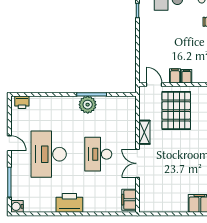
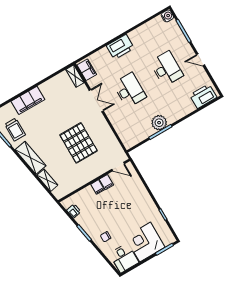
printer: (22, 102) -> (203, 96), width x1.87, depth x1.48
pallet: (176, 111) -> (79, 143), moved
shelving: (144, 132) -> (75, 76), moved
desk: (49, 154) -> (166, 69), width x0.73, depth x0.77
printer: (69, 203) -> (120, 47), moved

